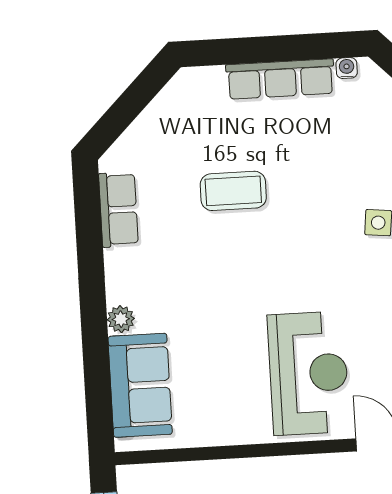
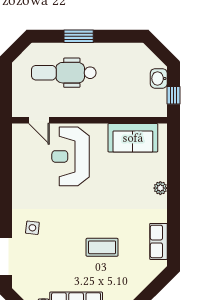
sofa: (140, 385) -> (133, 138), moved, turned -90

